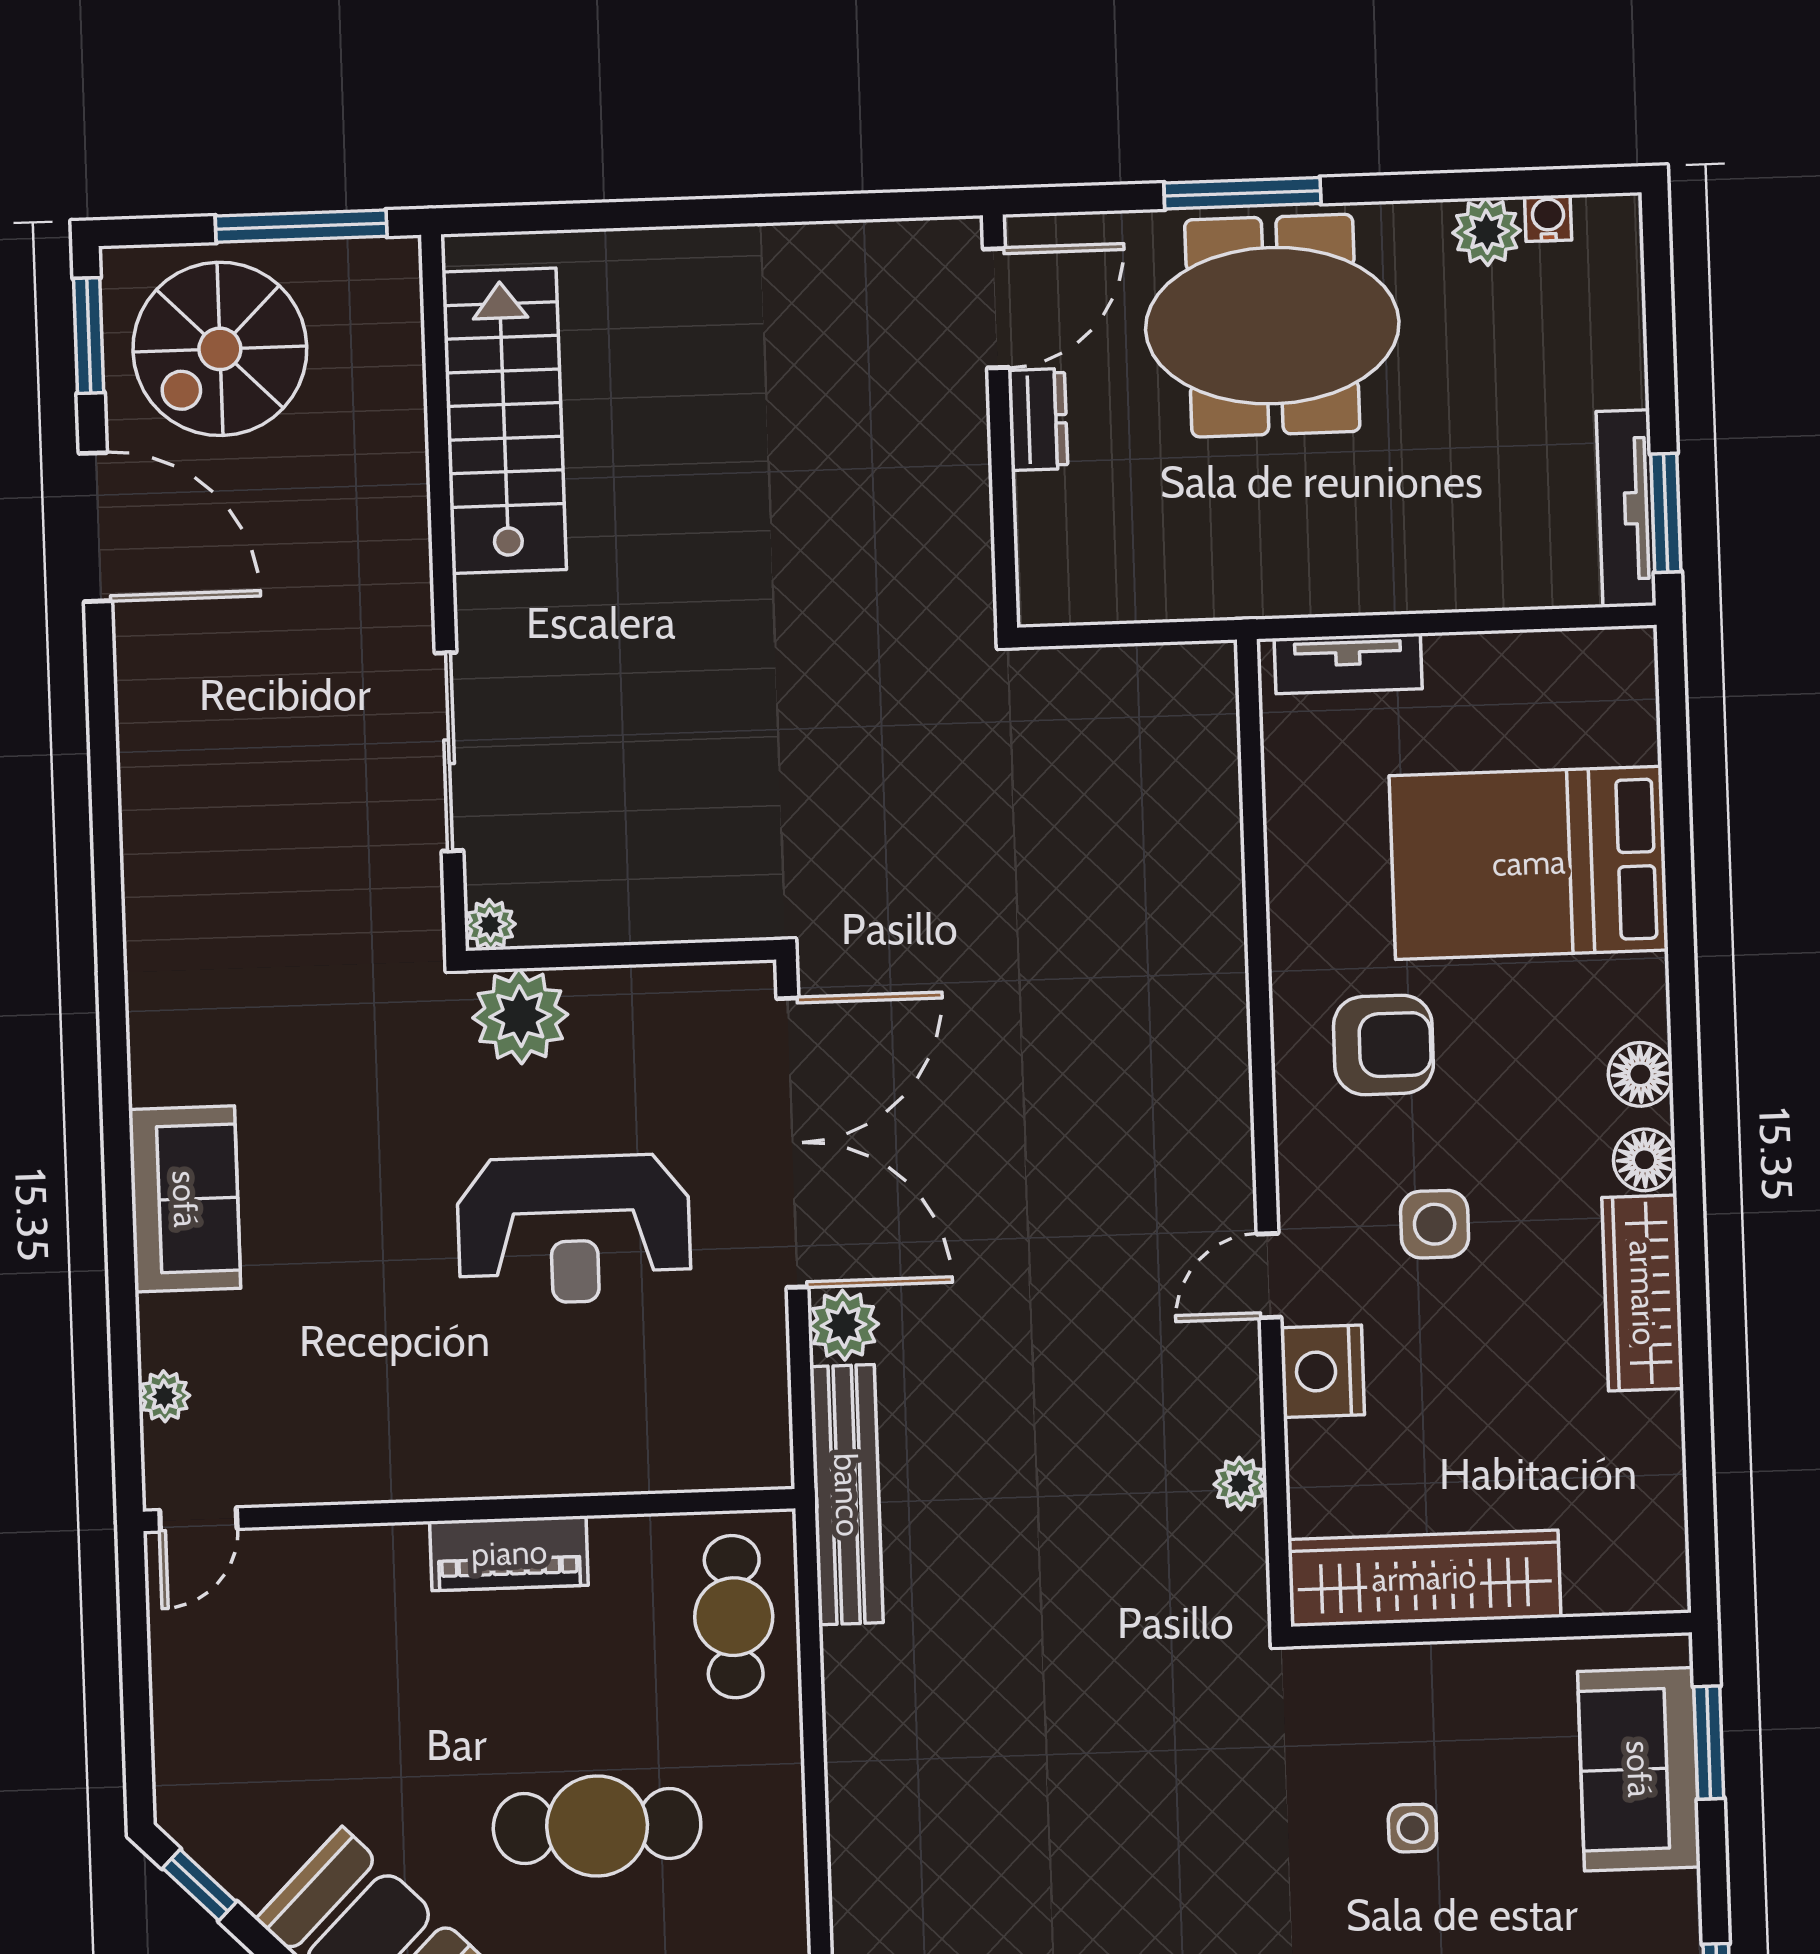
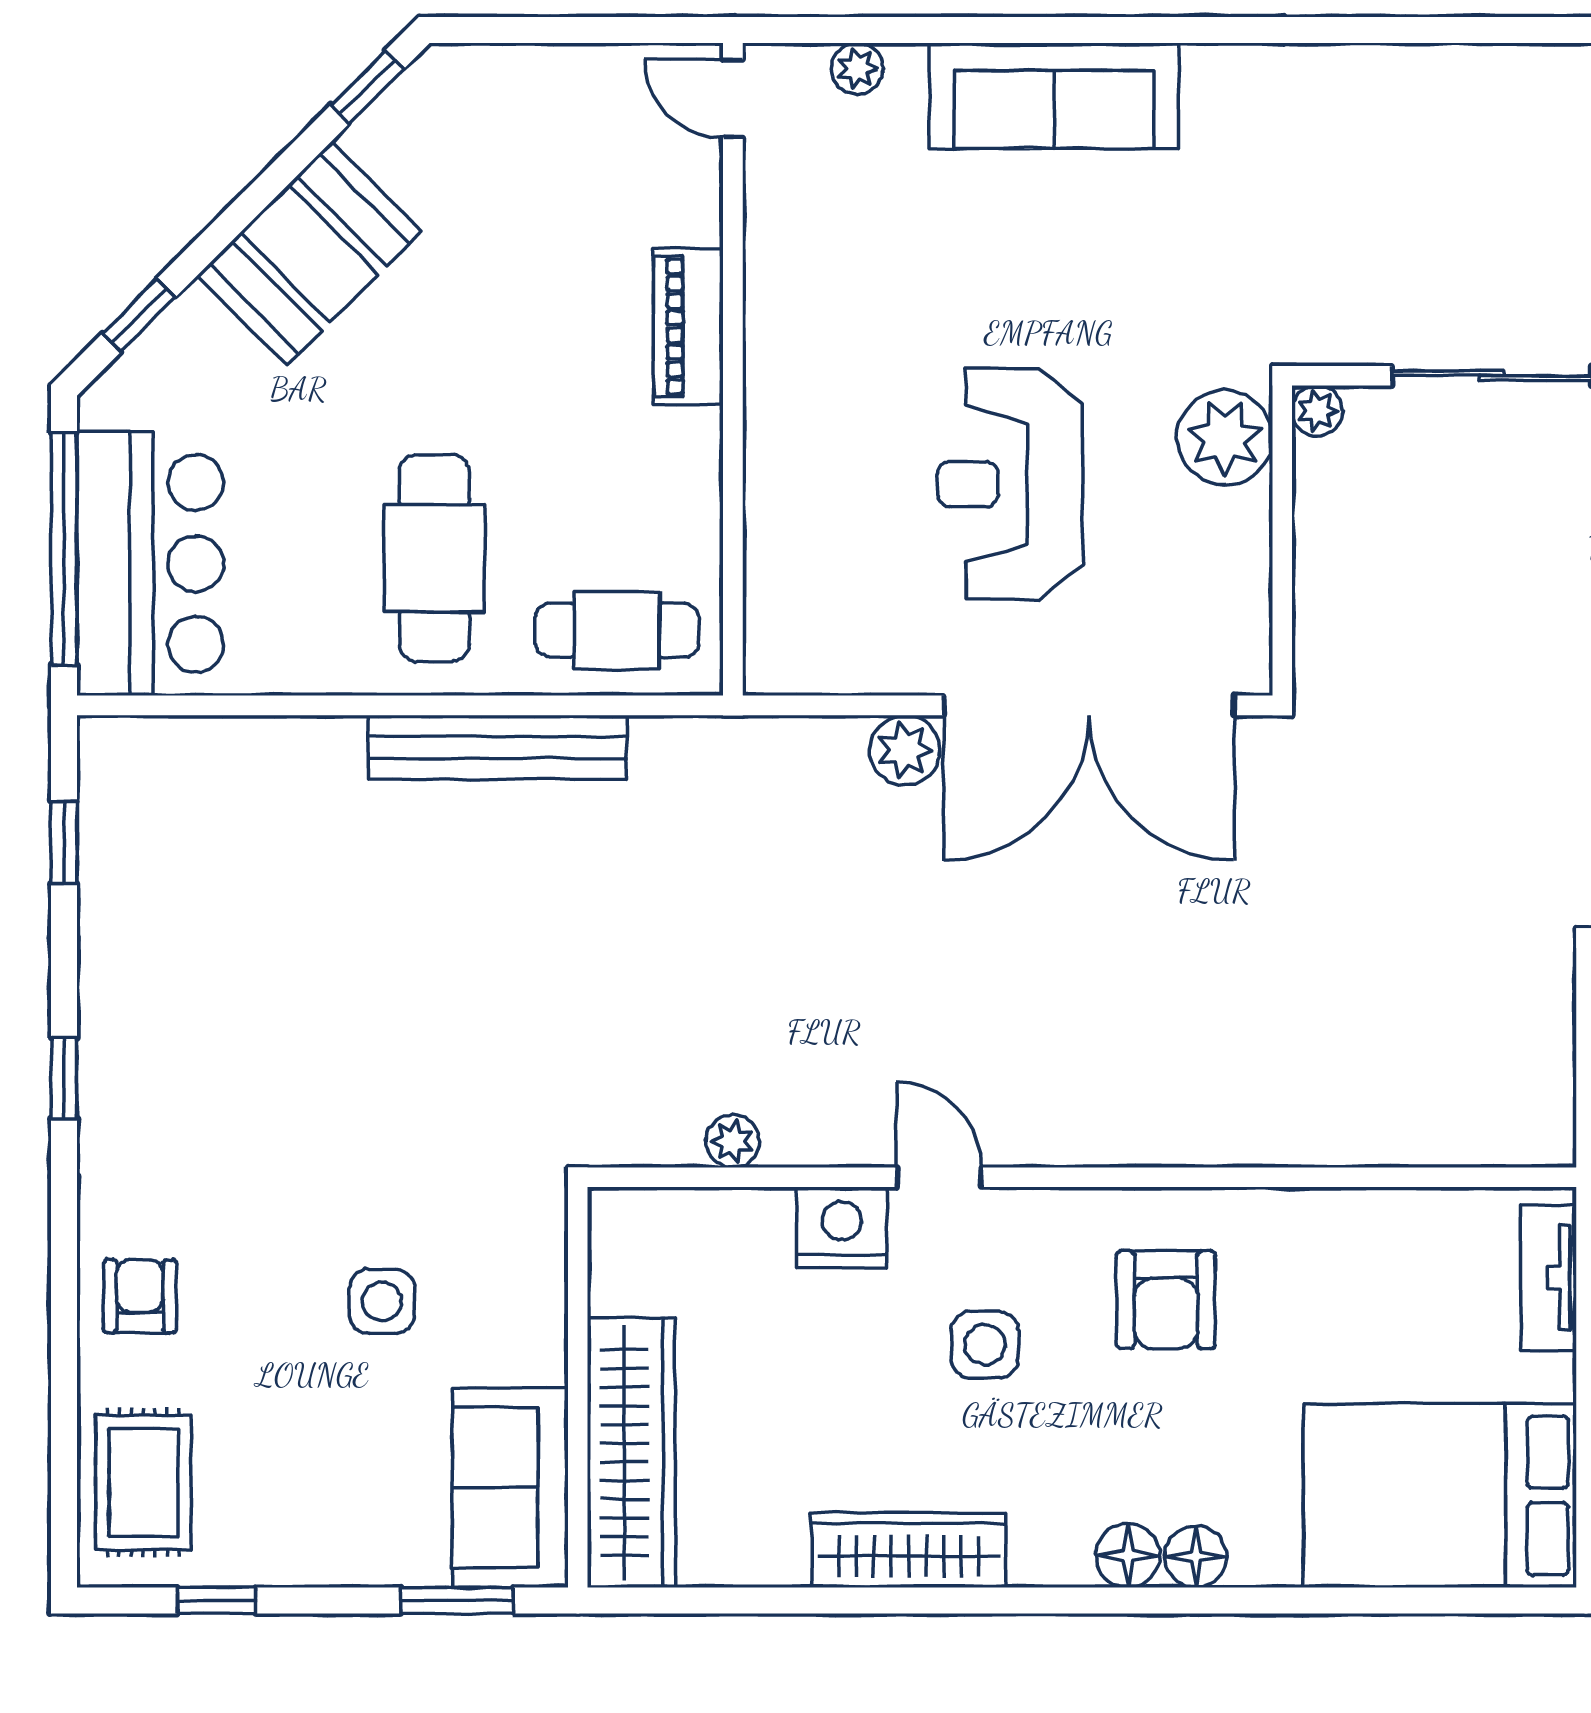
bed: (1529, 863) -> (1440, 1496), moved, turned -90
floor lamp: (1645, 1160) -> (1196, 1557), moved
sofa: (185, 1199) -> (1054, 96), width x1.36
bench: (847, 1495) -> (497, 747), moved
piano: (509, 1553) -> (688, 326), moved
wardrobe: (1424, 1578) -> (631, 1453), moved
sofa: (1639, 1769) -> (510, 1488), moved, turned -90
cafe table: (597, 1826) -> (434, 558), moved
side table: (1412, 1828) -> (382, 1301), width x1.37, depth x1.37

